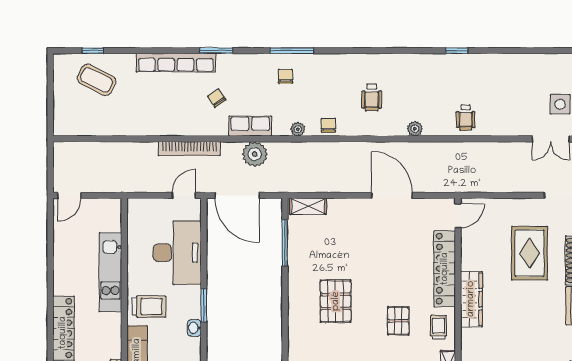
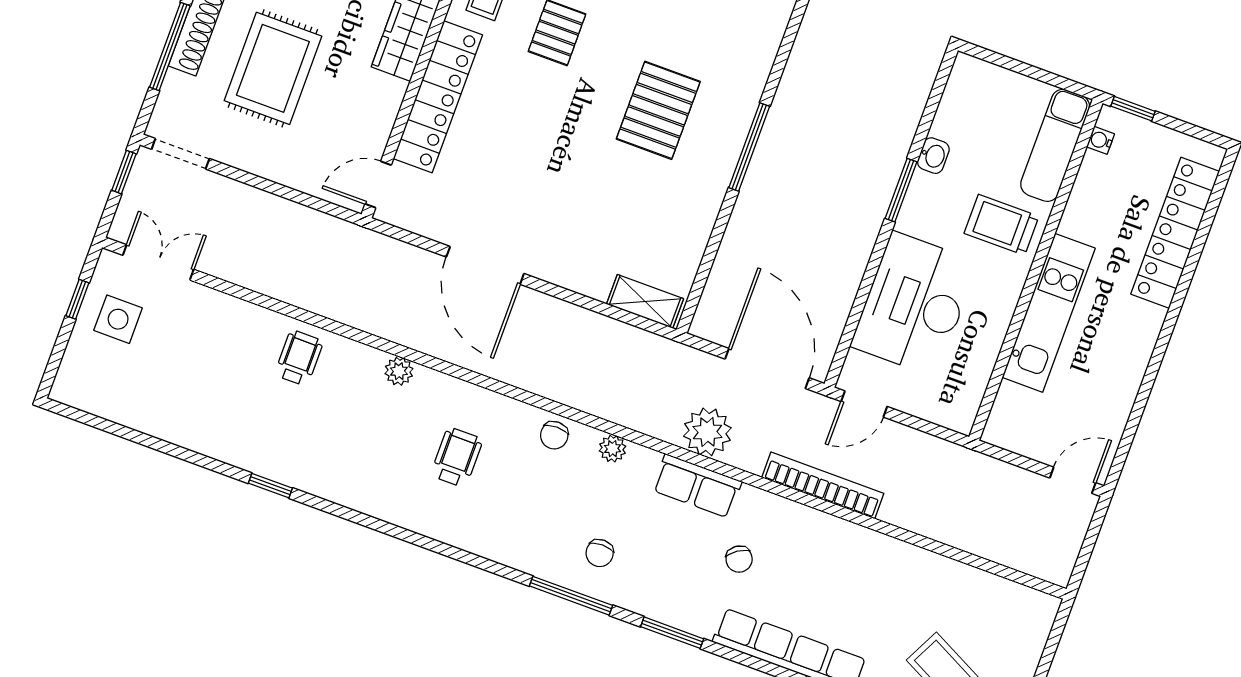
window: (216, 51) -> (672, 633), moved
window: (285, 243) -> (749, 147), moved

